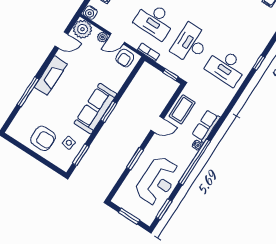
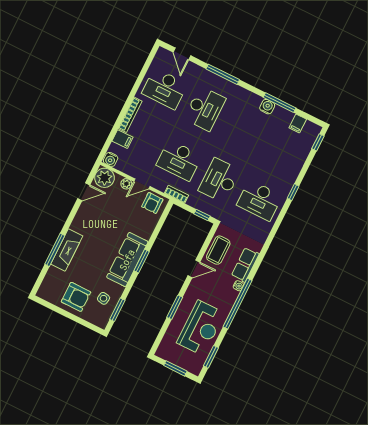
fireplace: (51, 75) -> (67, 250), moved

